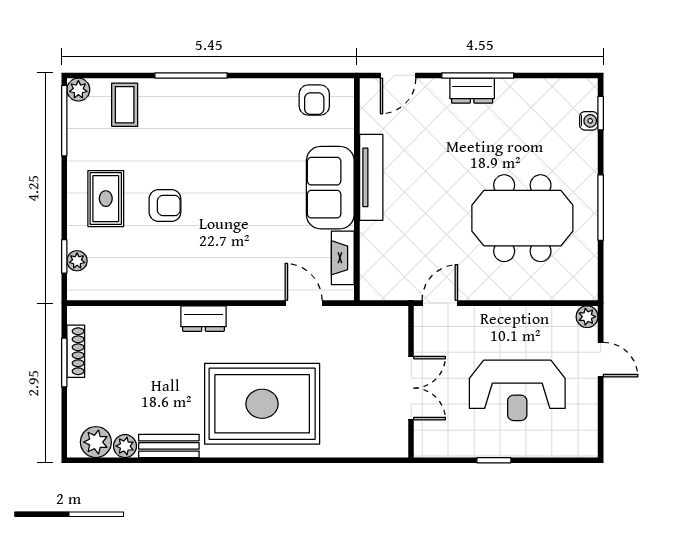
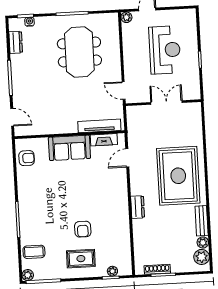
dresser: (472, 91) -> (16, 42), moved
tv unit: (371, 177) -> (99, 126), moved
armchair: (165, 206) -> (83, 229), turned 180

